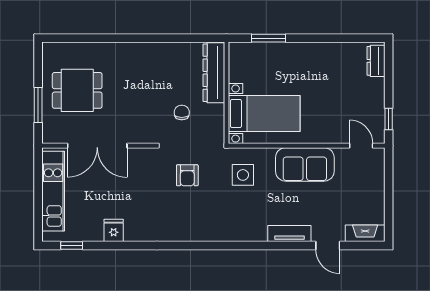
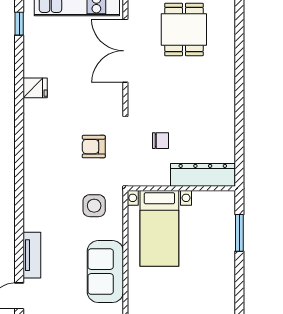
fridge: (114, 230) -> (35, 88), moved

